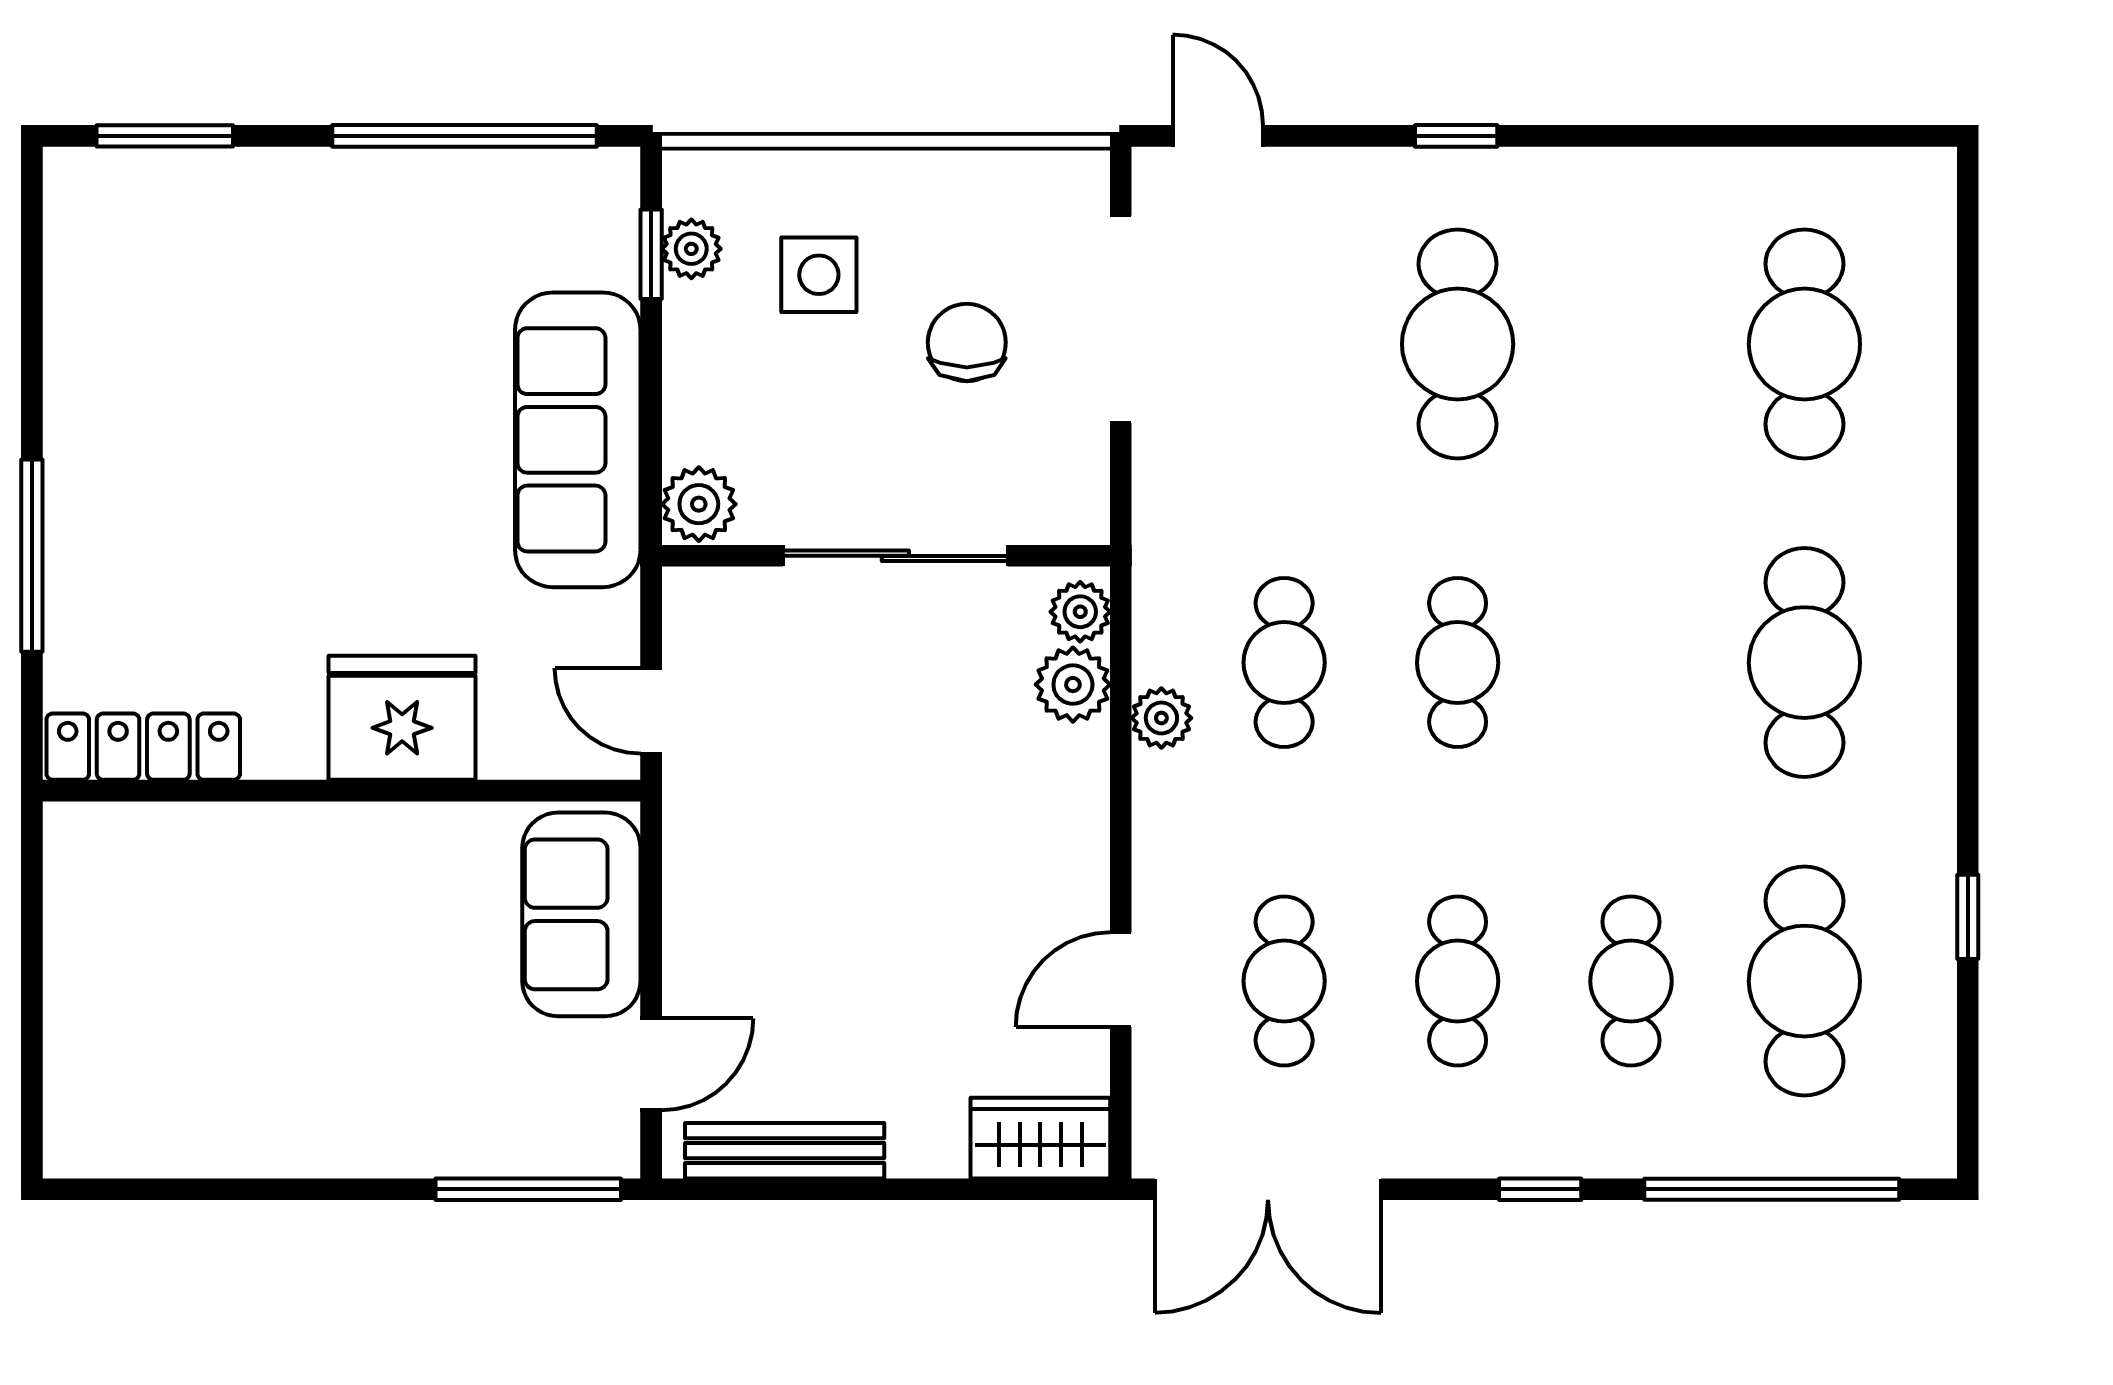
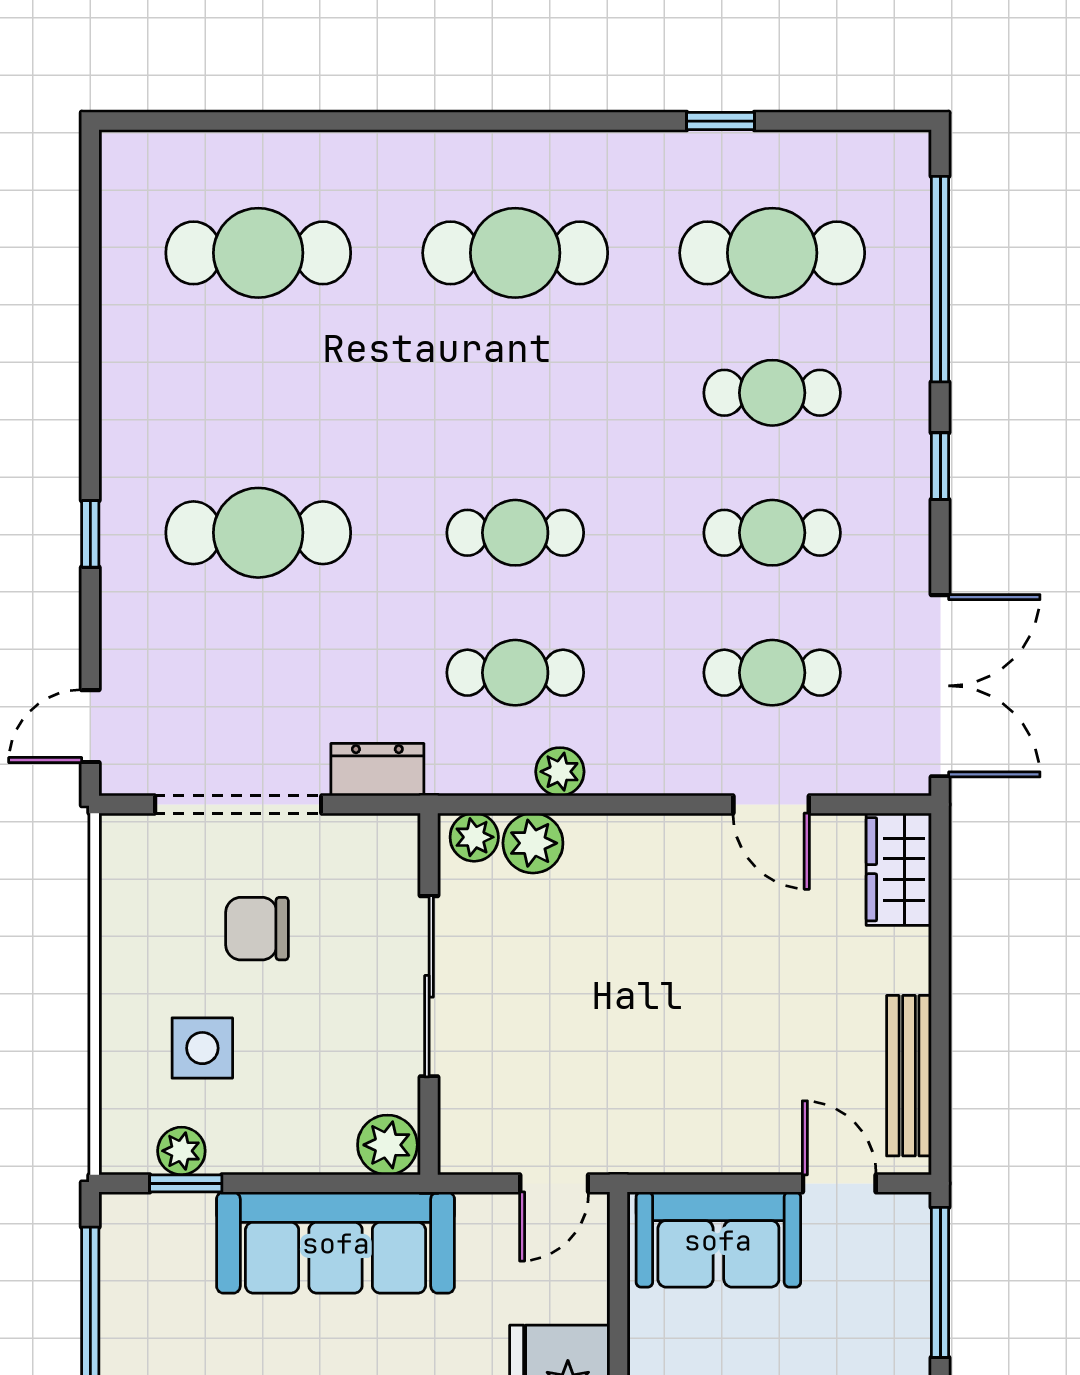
dresser: (1164, 492) -> (377, 770), added

